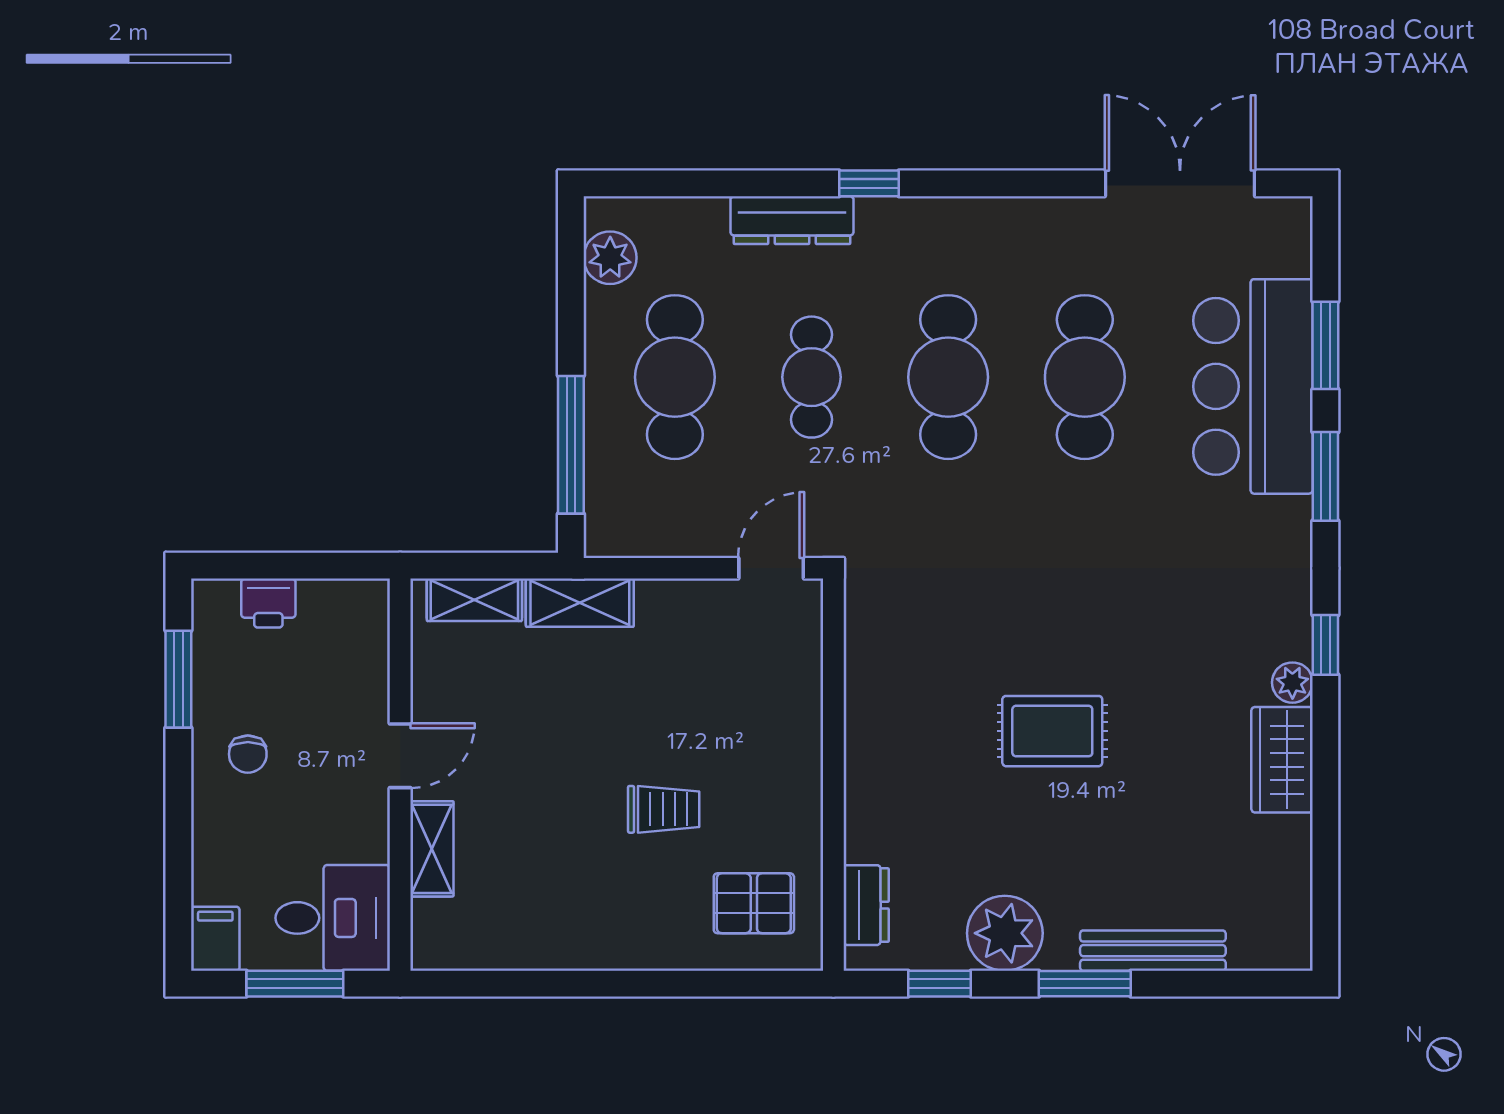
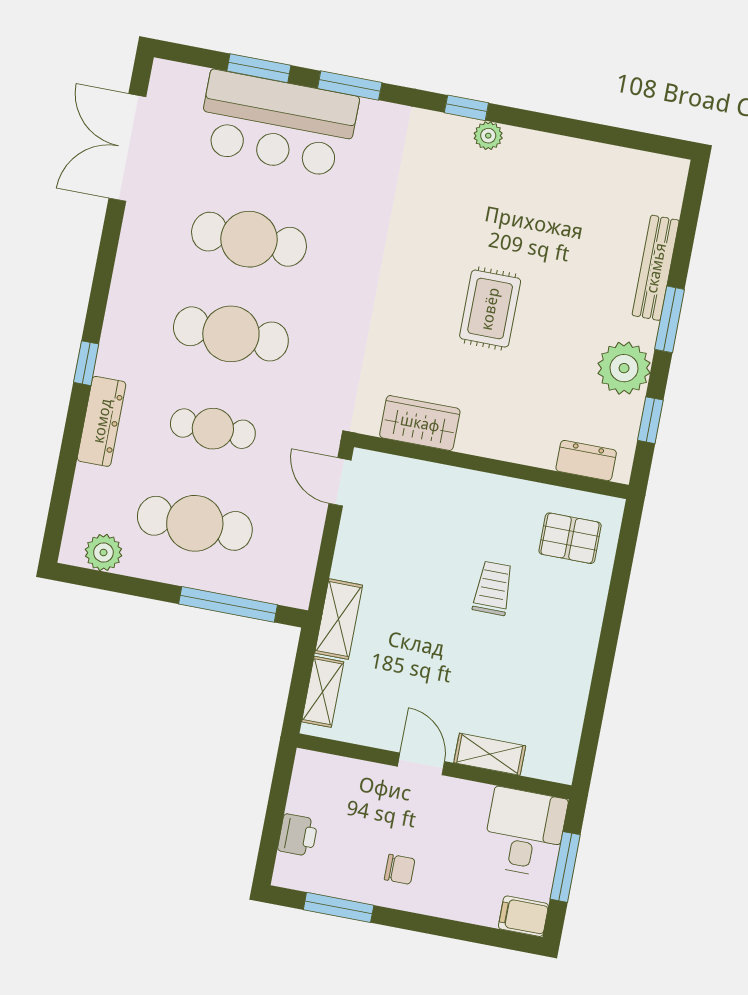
wardrobe: (1282, 760) -> (420, 423), moved, turned 180
pallet: (754, 903) -> (570, 538), turned 90

